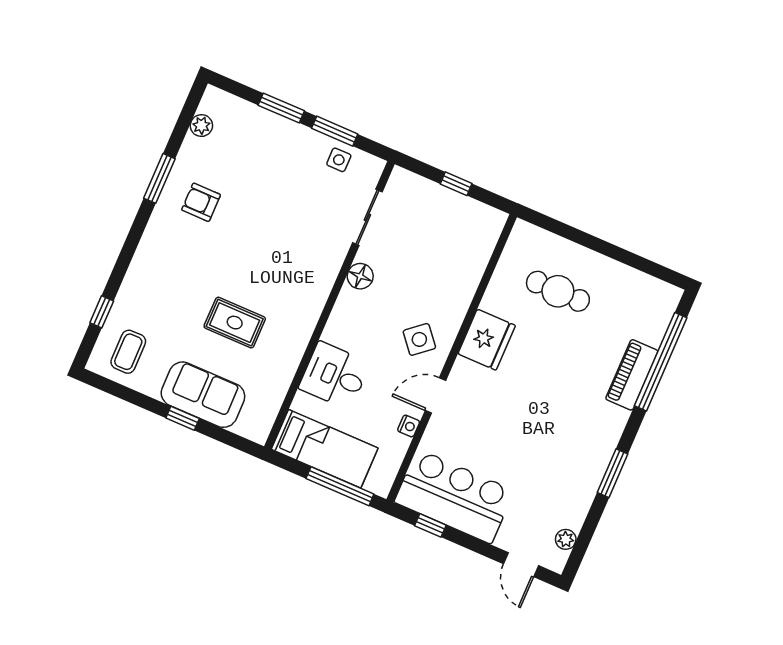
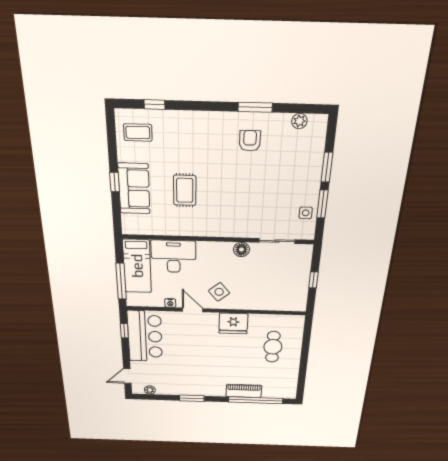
desk: (334, 376) -> (174, 256), width x1.37

